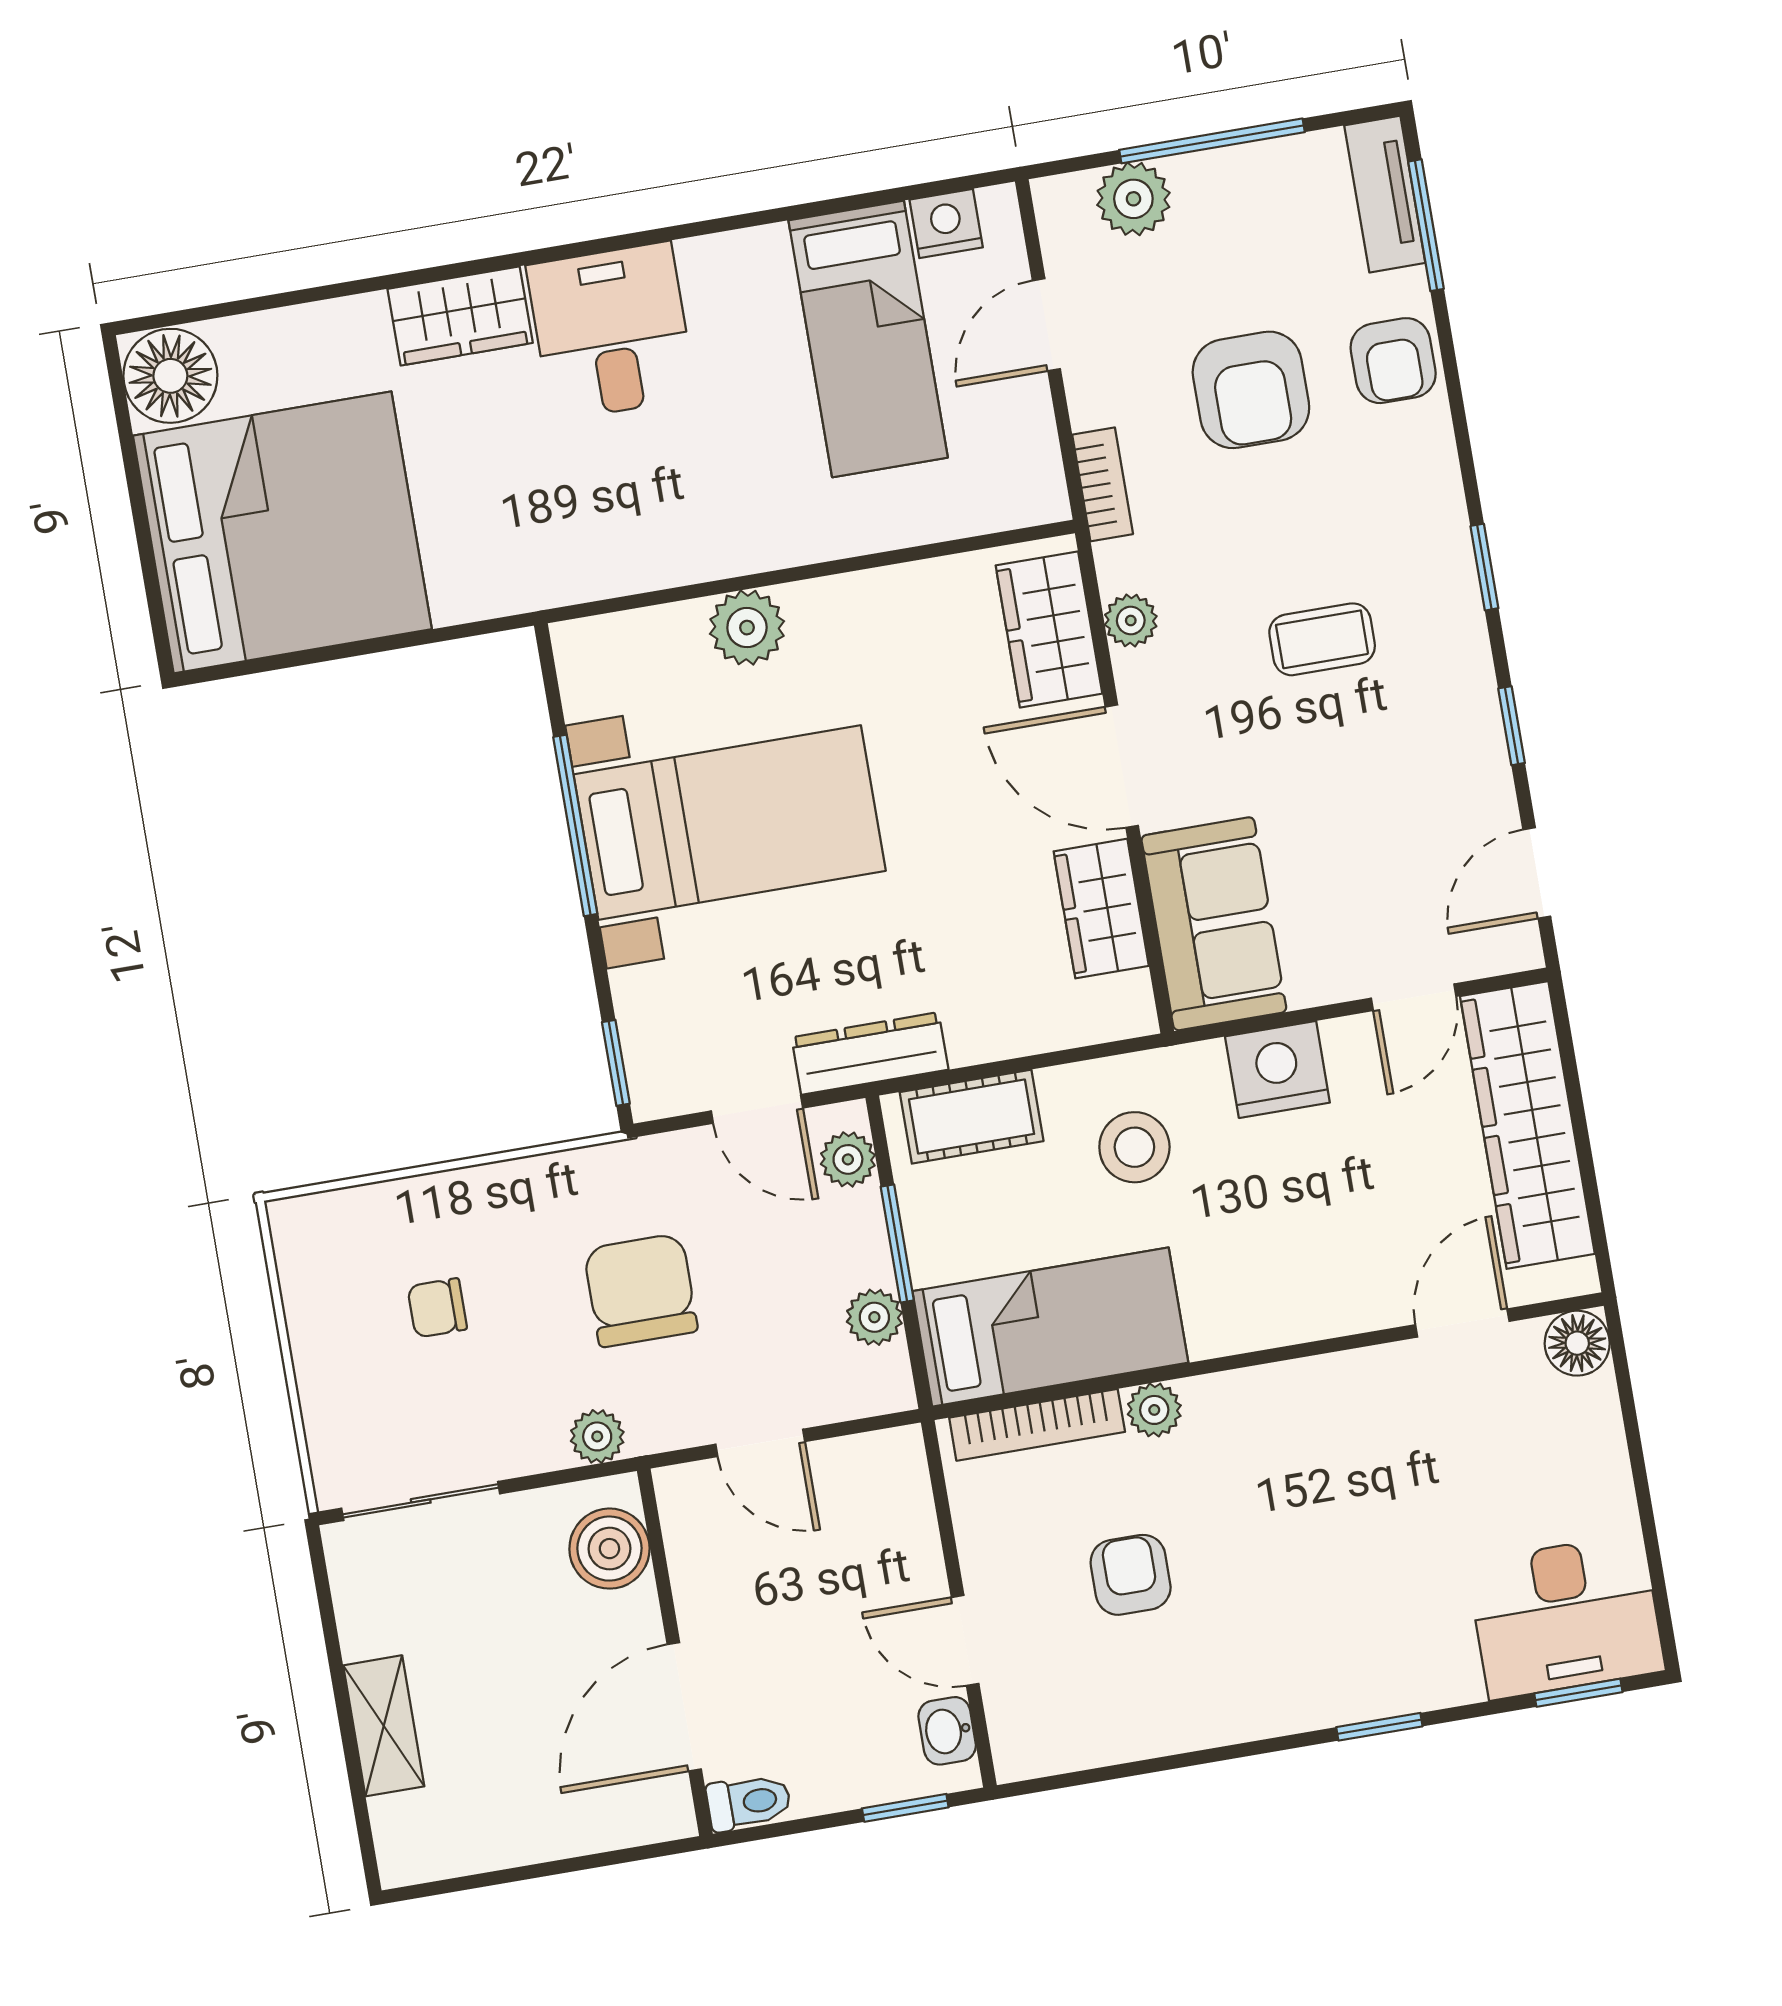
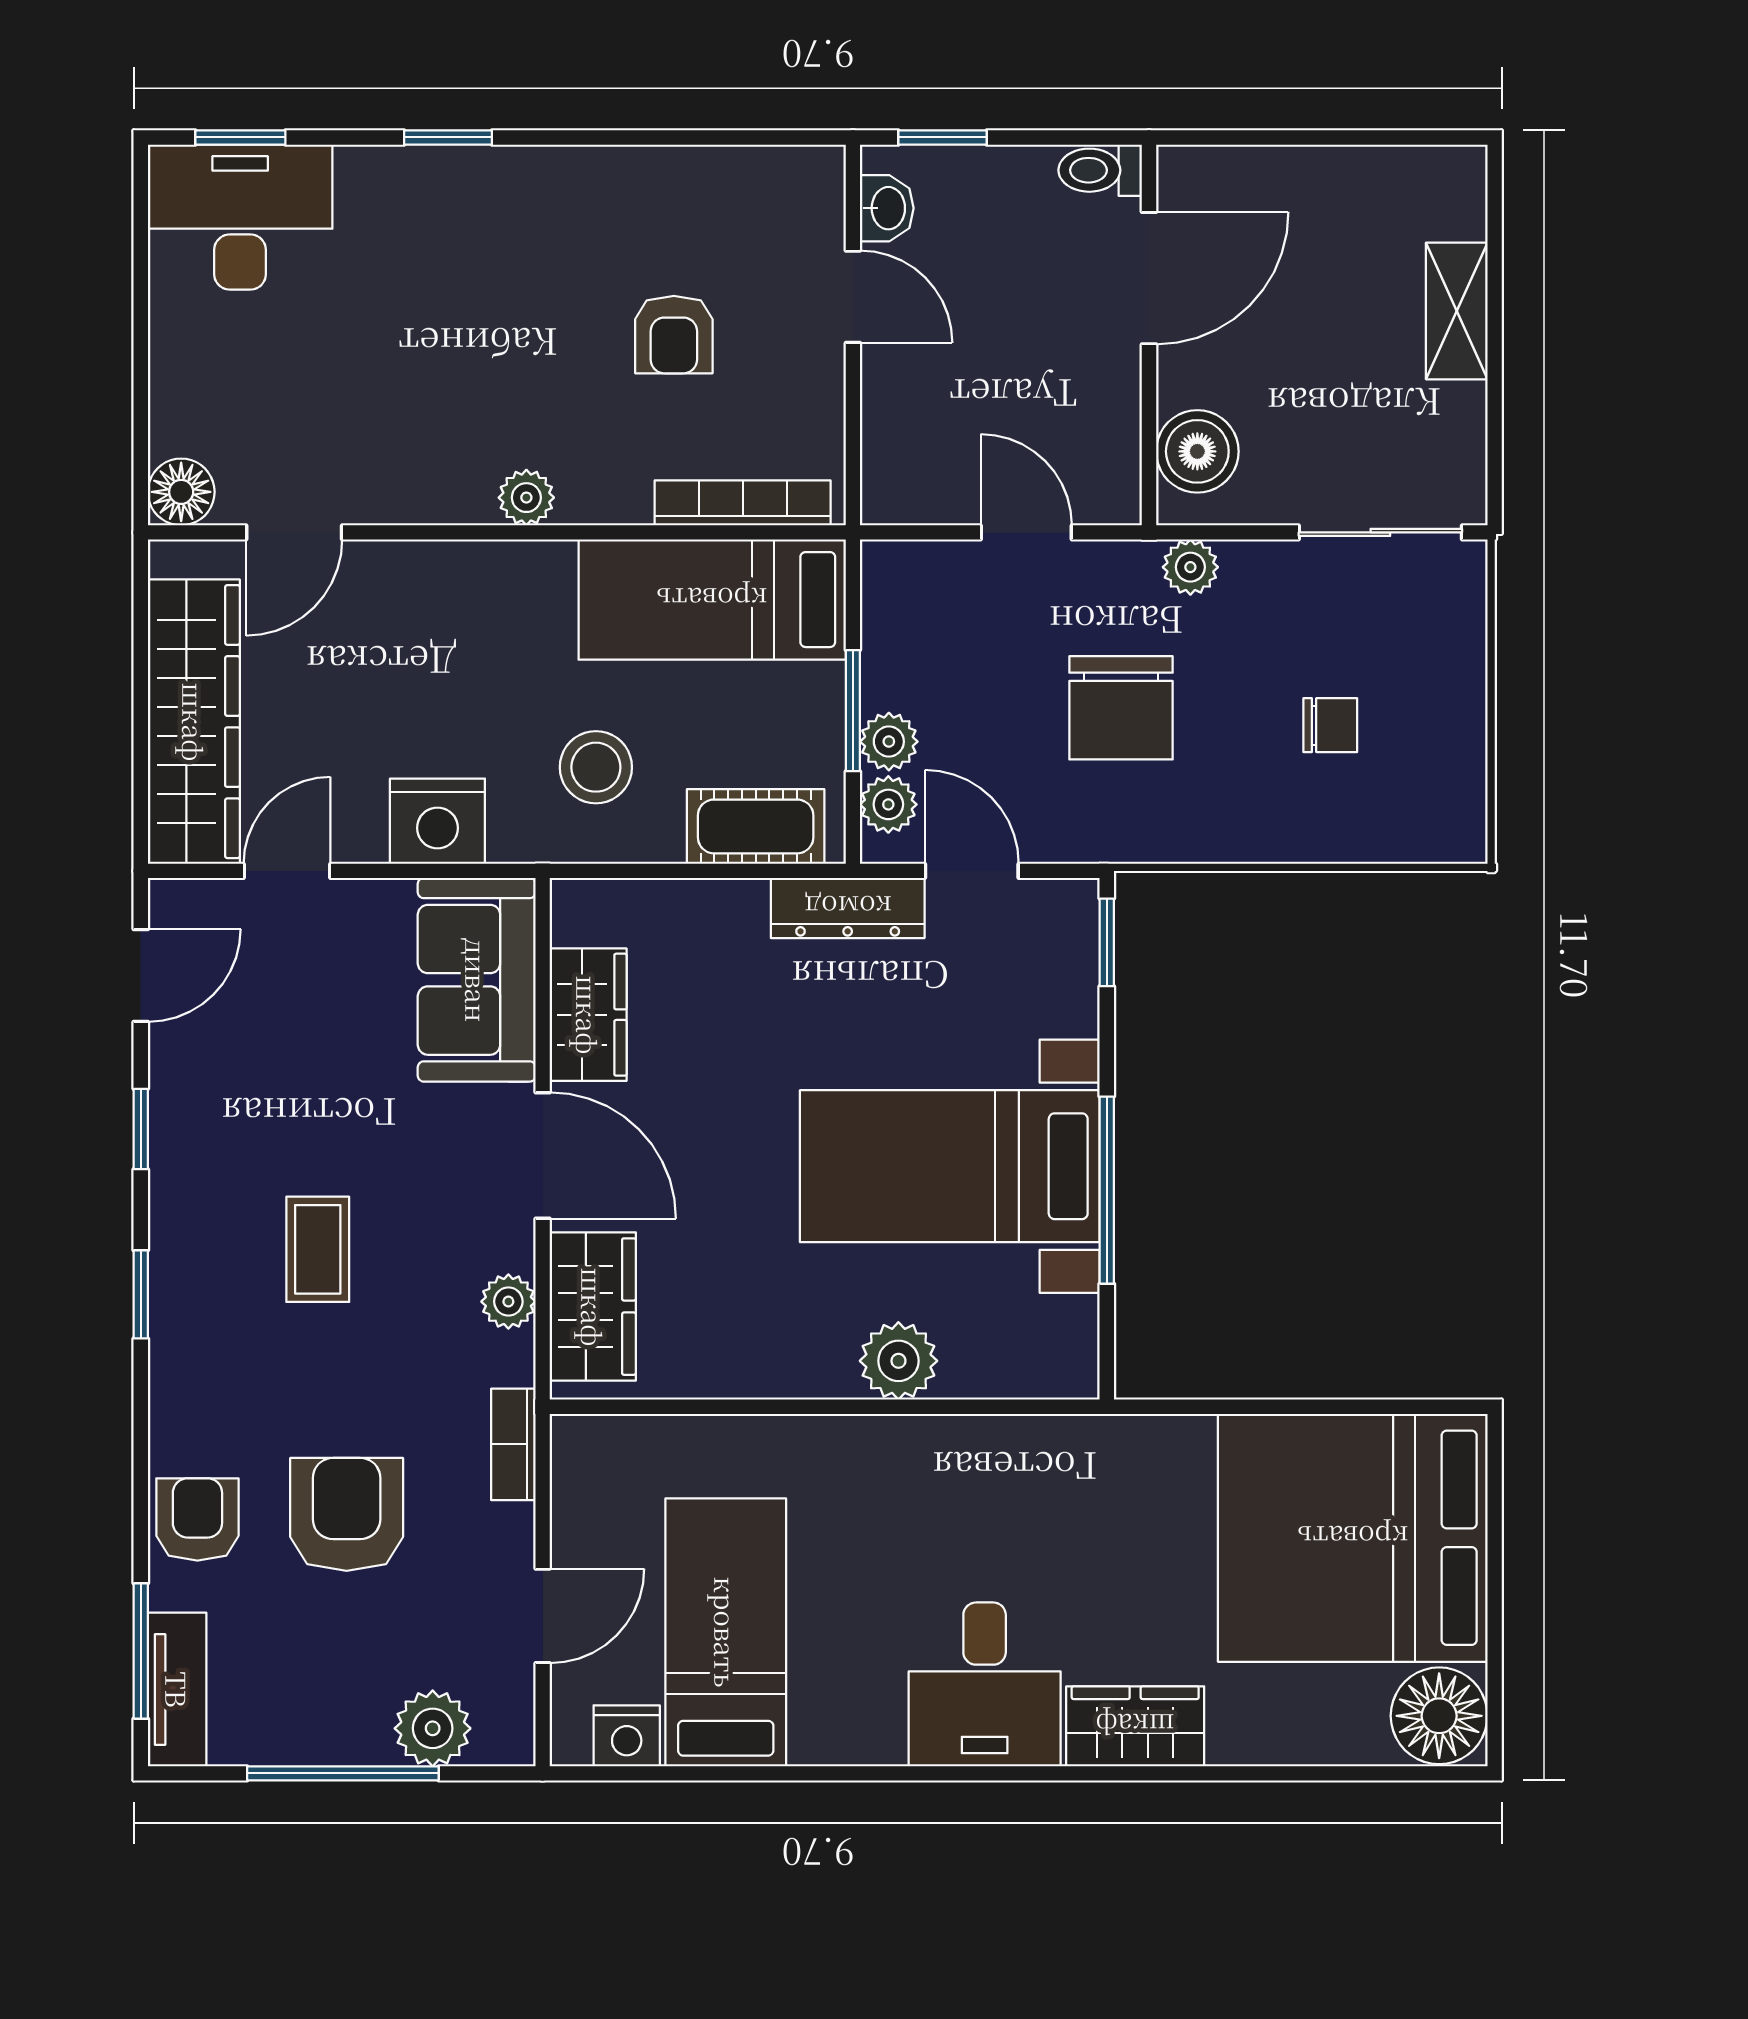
coffee table: (1322, 639) -> (318, 1249), turned 90
plant: (874, 1317) -> (889, 742), moved
plant: (1154, 1410) -> (526, 498), moved

